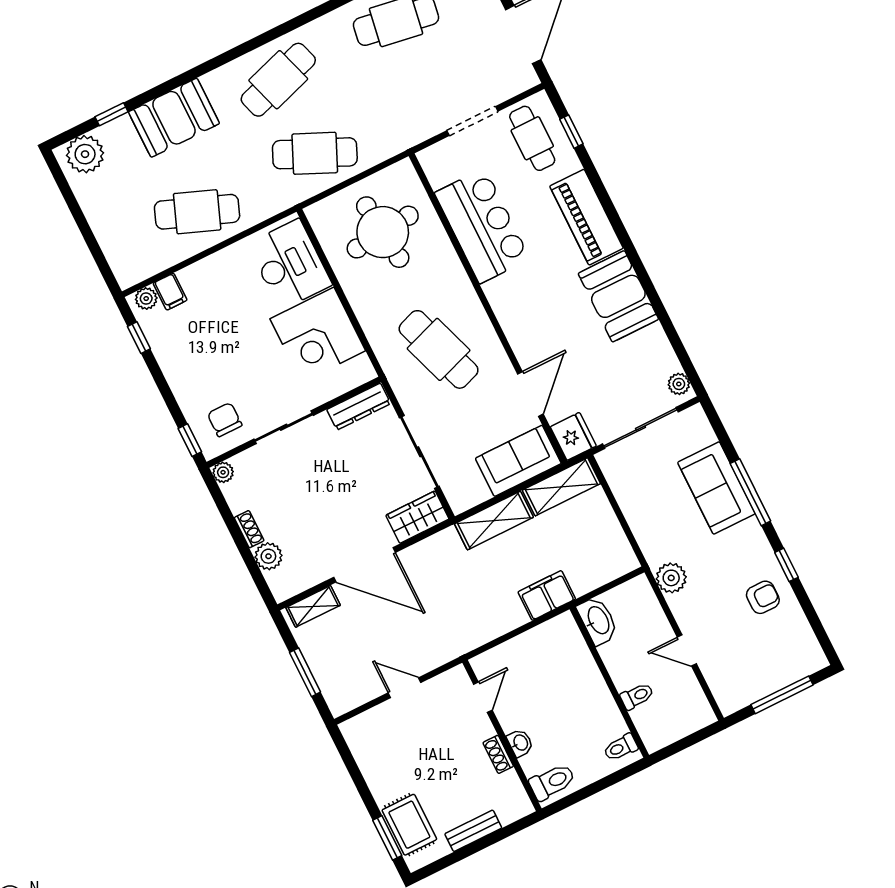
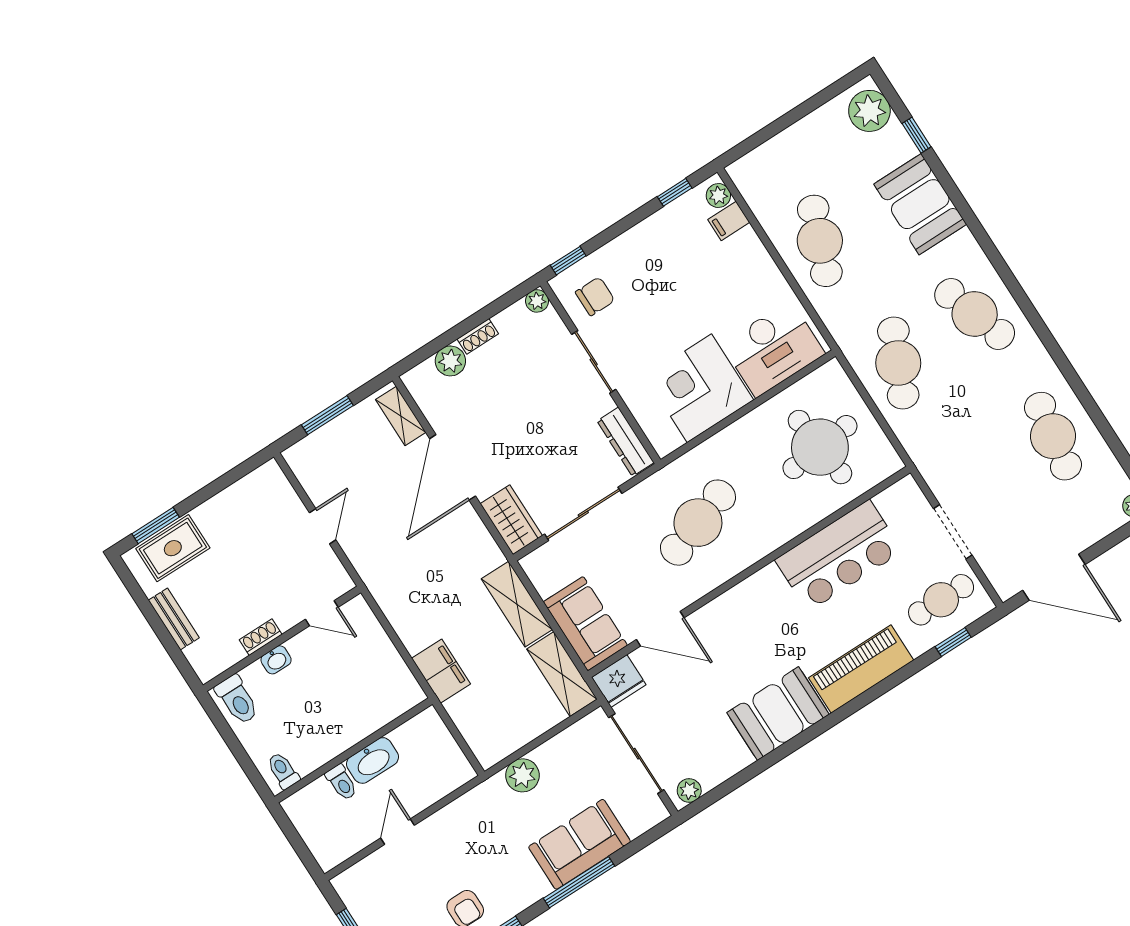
plant: (671, 578) -> (522, 775), moved
washbasin: (598, 621) -> (373, 760), moved

